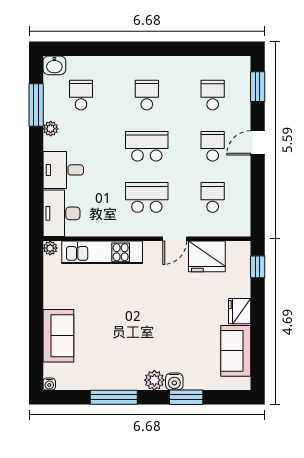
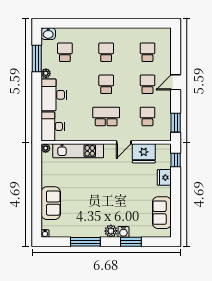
window: (258, 87) -> (176, 123), moved
school desk: (147, 146) -> (106, 84), width x0.54
desk: (63, 170) -> (54, 95), width x1.37
fridge: (240, 311) -> (164, 177), moved

